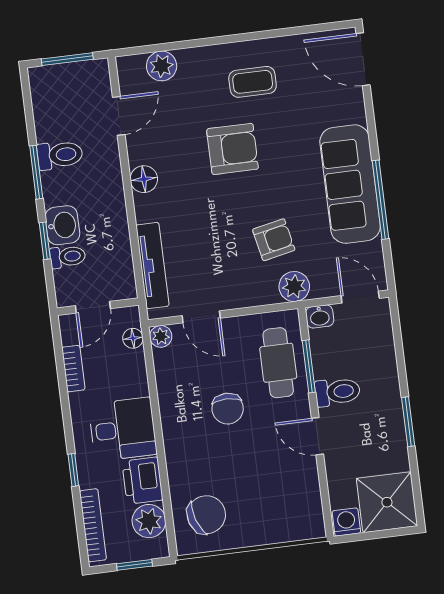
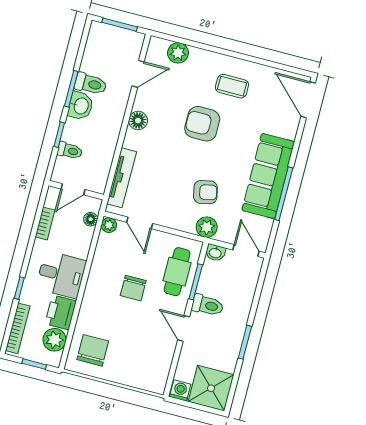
armchair: (232, 149) -> (202, 124), turned 180
washbasin: (62, 225) -> (81, 106), moved
chair: (206, 515) -> (93, 350), turned -72

